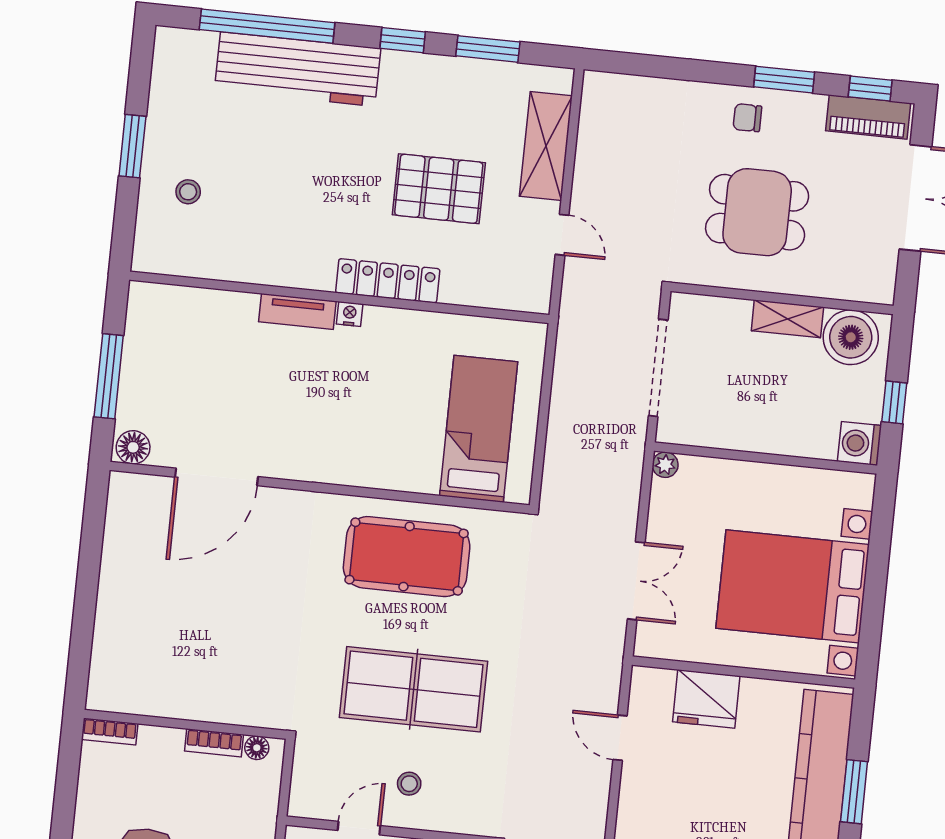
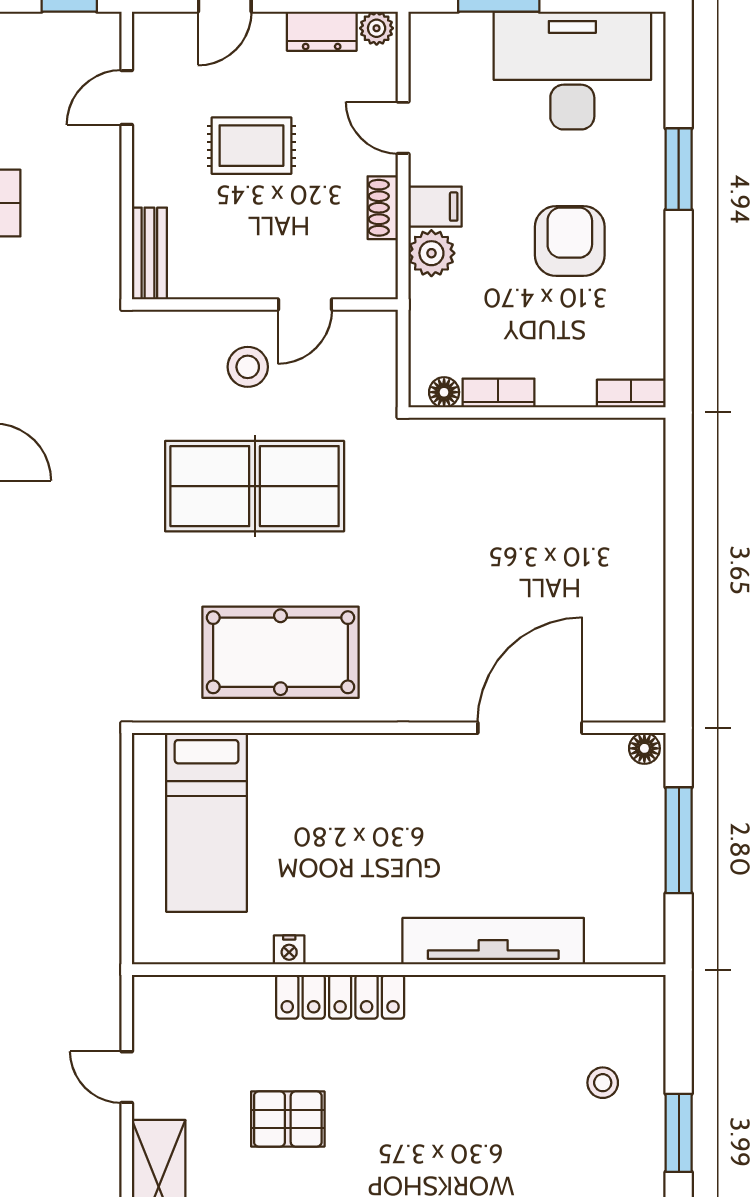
pallet: (439, 189) -> (288, 1119), width x0.67, depth x0.71
tv unit: (297, 311) -> (493, 941), width x1.92, depth x1.29
nightstand: (350, 314) -> (289, 950), moved
floor lamp: (133, 447) -> (644, 748), width x0.73, depth x0.73
stool: (409, 784) -> (248, 367), width x1.37, depth x1.37

